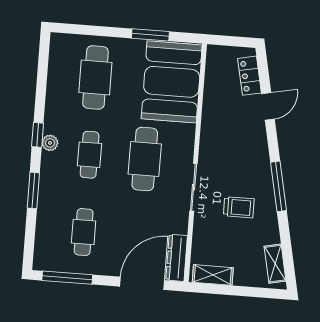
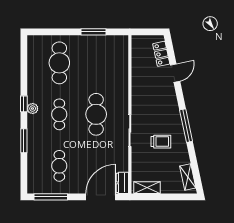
booth: (172, 82) -> (110, 62), removed
dresser: (177, 258) -> (122, 183), width x0.70

